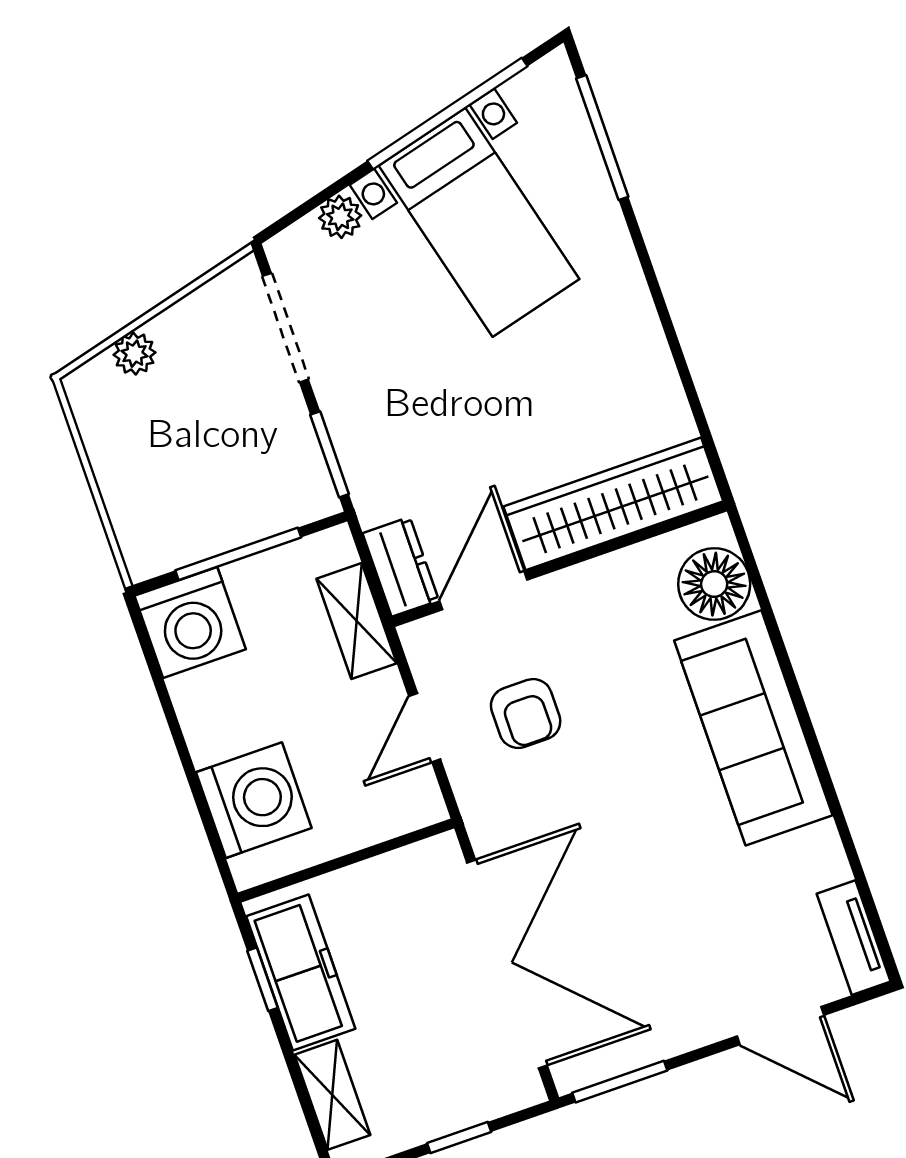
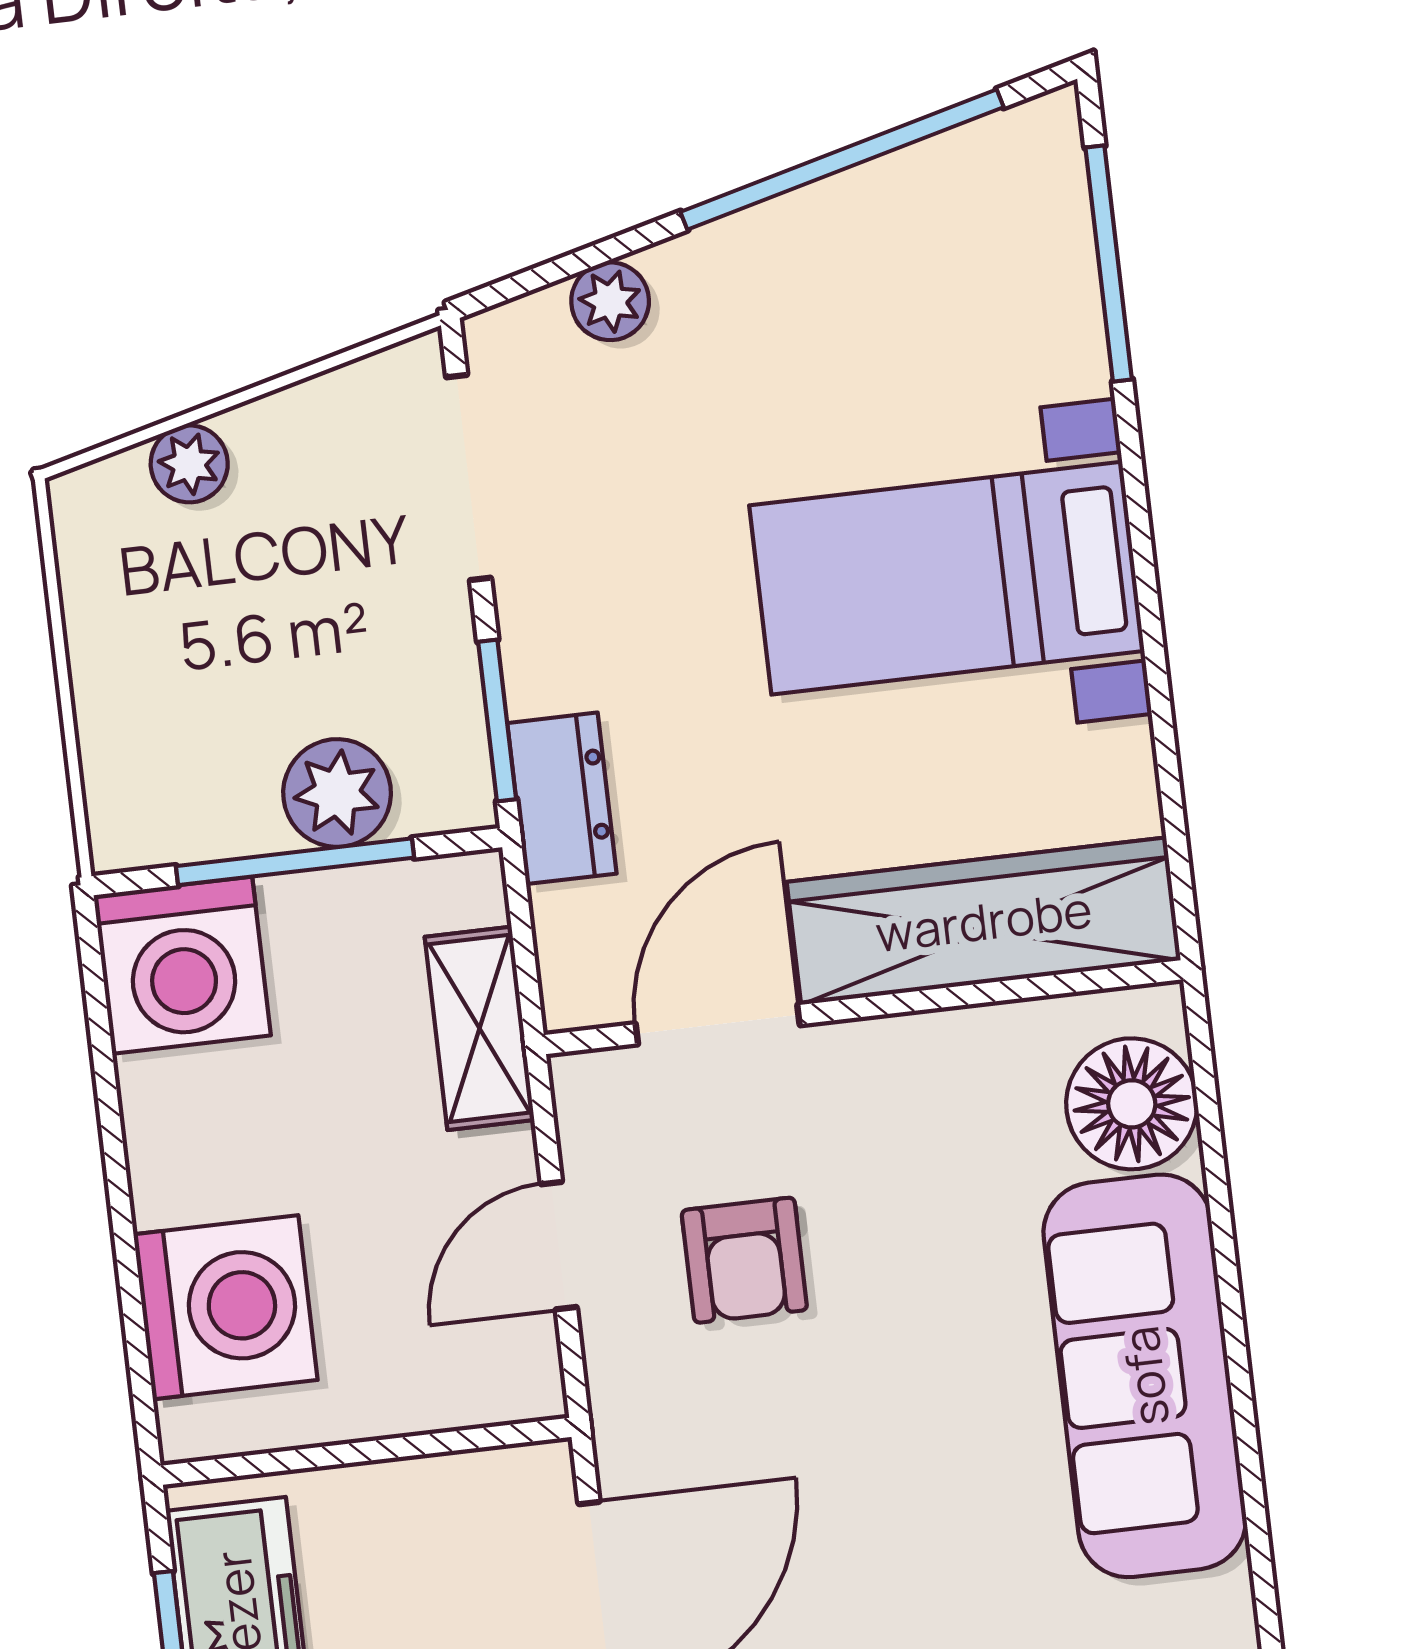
bed with nightstands: (479, 222) -> (947, 578), moved, turned 104
plant: (253, 512) -> (337, 793), added
dresser: (401, 567) -> (562, 798), moved

